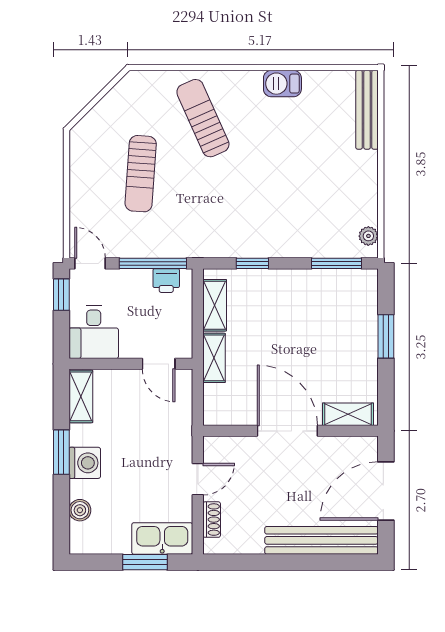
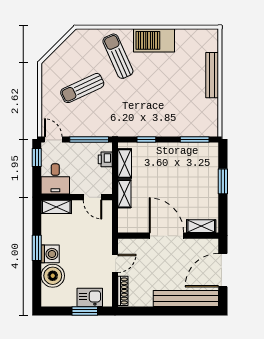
barbecue: (282, 84) -> (154, 40), width x1.88, depth x1.53
bench: (367, 110) -> (212, 75), moved
sun lounger: (141, 174) -> (82, 88), turned 61
plant: (368, 236) -> (213, 124), removed
printer: (166, 281) -> (105, 159), moved, turned 90
shelving: (81, 396) -> (56, 207), moved, turned 90
boiler: (80, 510) -> (53, 276), width x1.86, depth x1.86
shoe rack: (212, 520) -> (123, 291), width x1.43
kitchen sink: (162, 538) -> (90, 297), width x0.73

